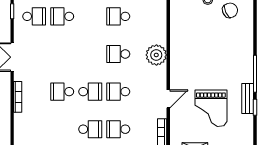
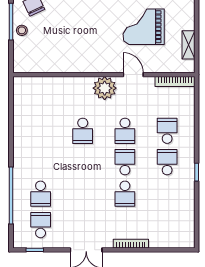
school desk: (118, 16) -> (41, 131), removed
plant: (156, 55) -> (105, 88), moved
grand piano: (211, 108) -> (144, 27), turned 180
school desk: (118, 129) -> (167, 131), turned 180

